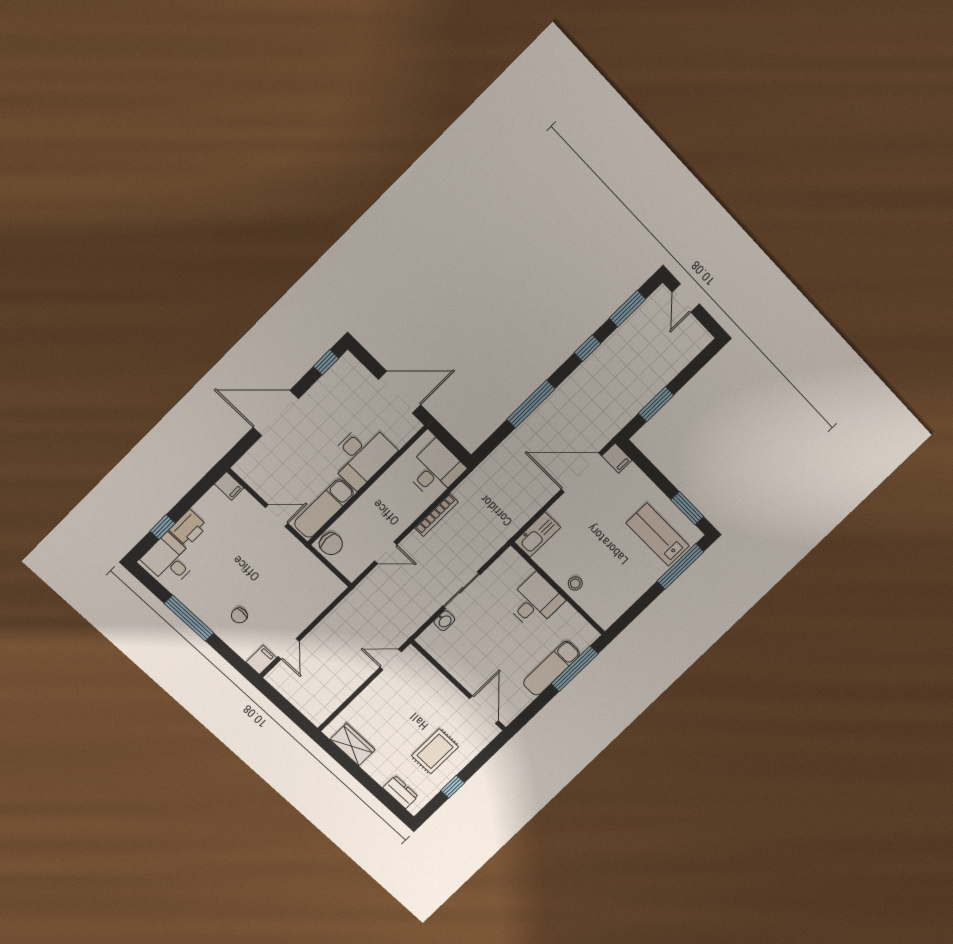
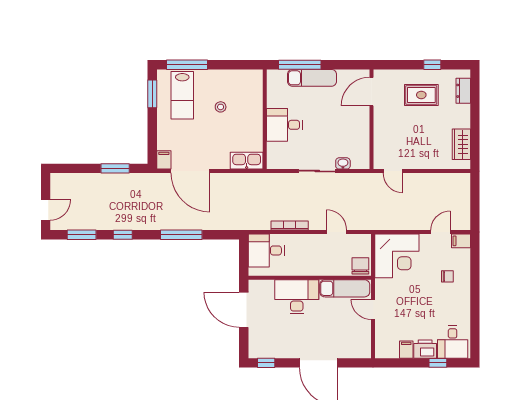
filing cabinet: (229, 486) -> (406, 350), moved
stool: (575, 584) -> (221, 107), moved
corner desk: (306, 587) -> (397, 256), added
window: (189, 618) -> (475, 302), removed

